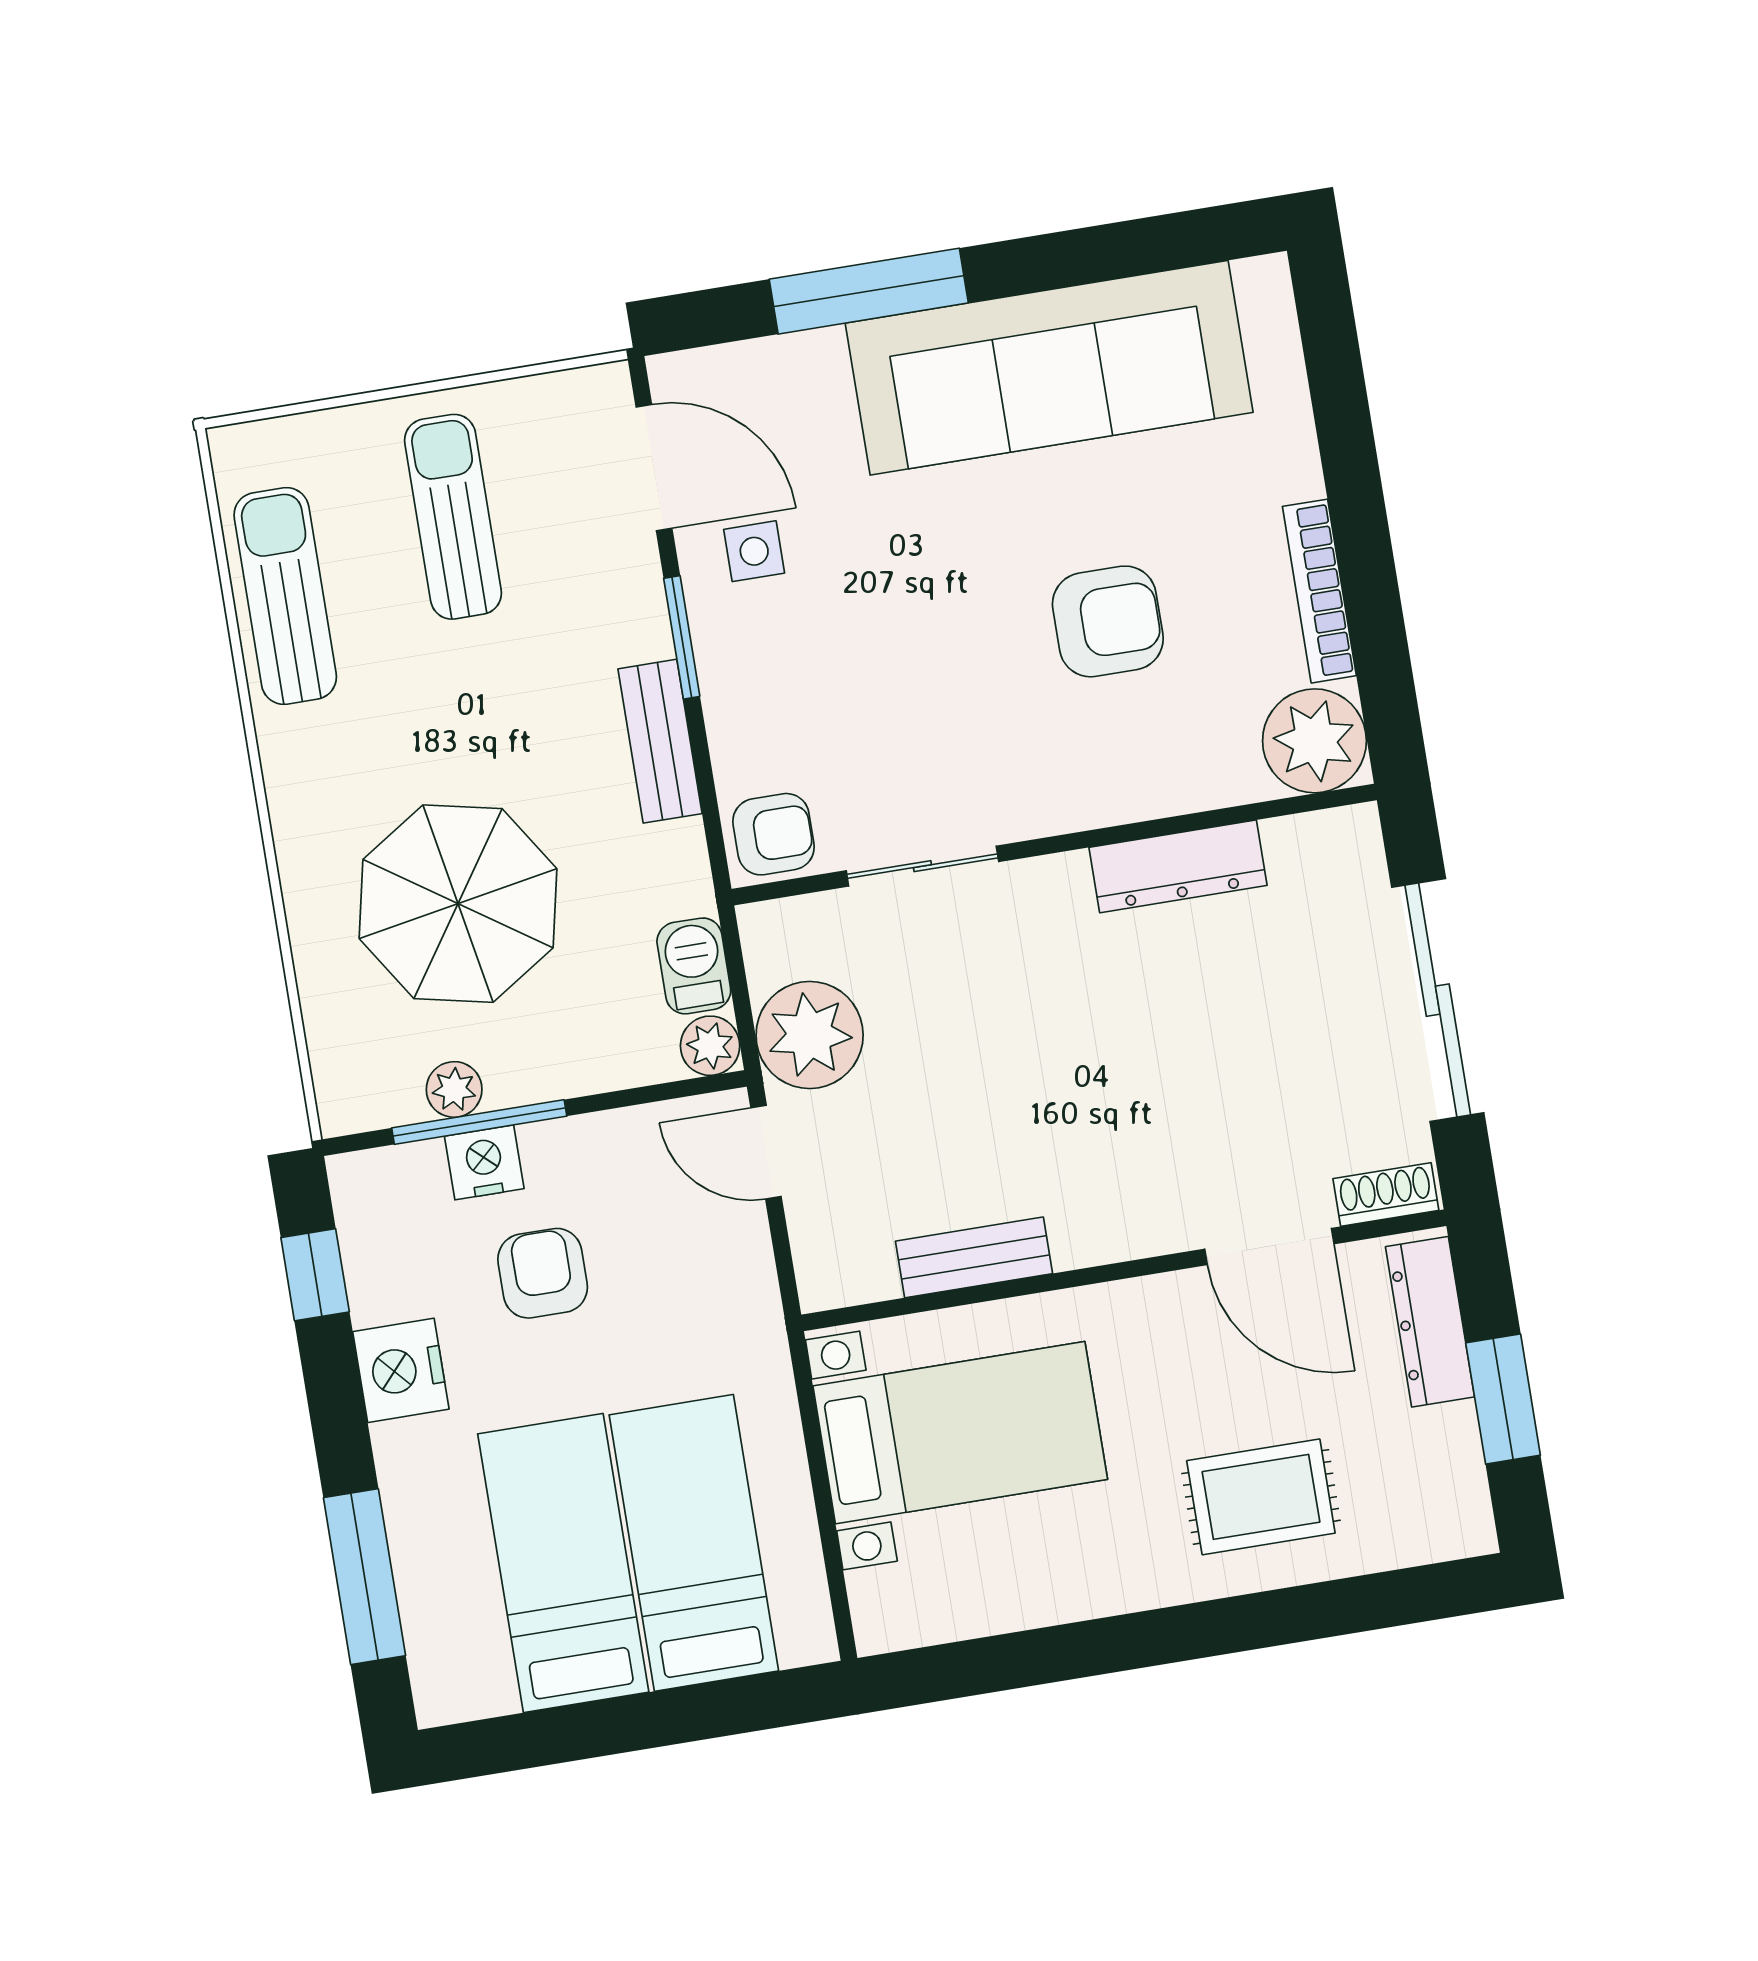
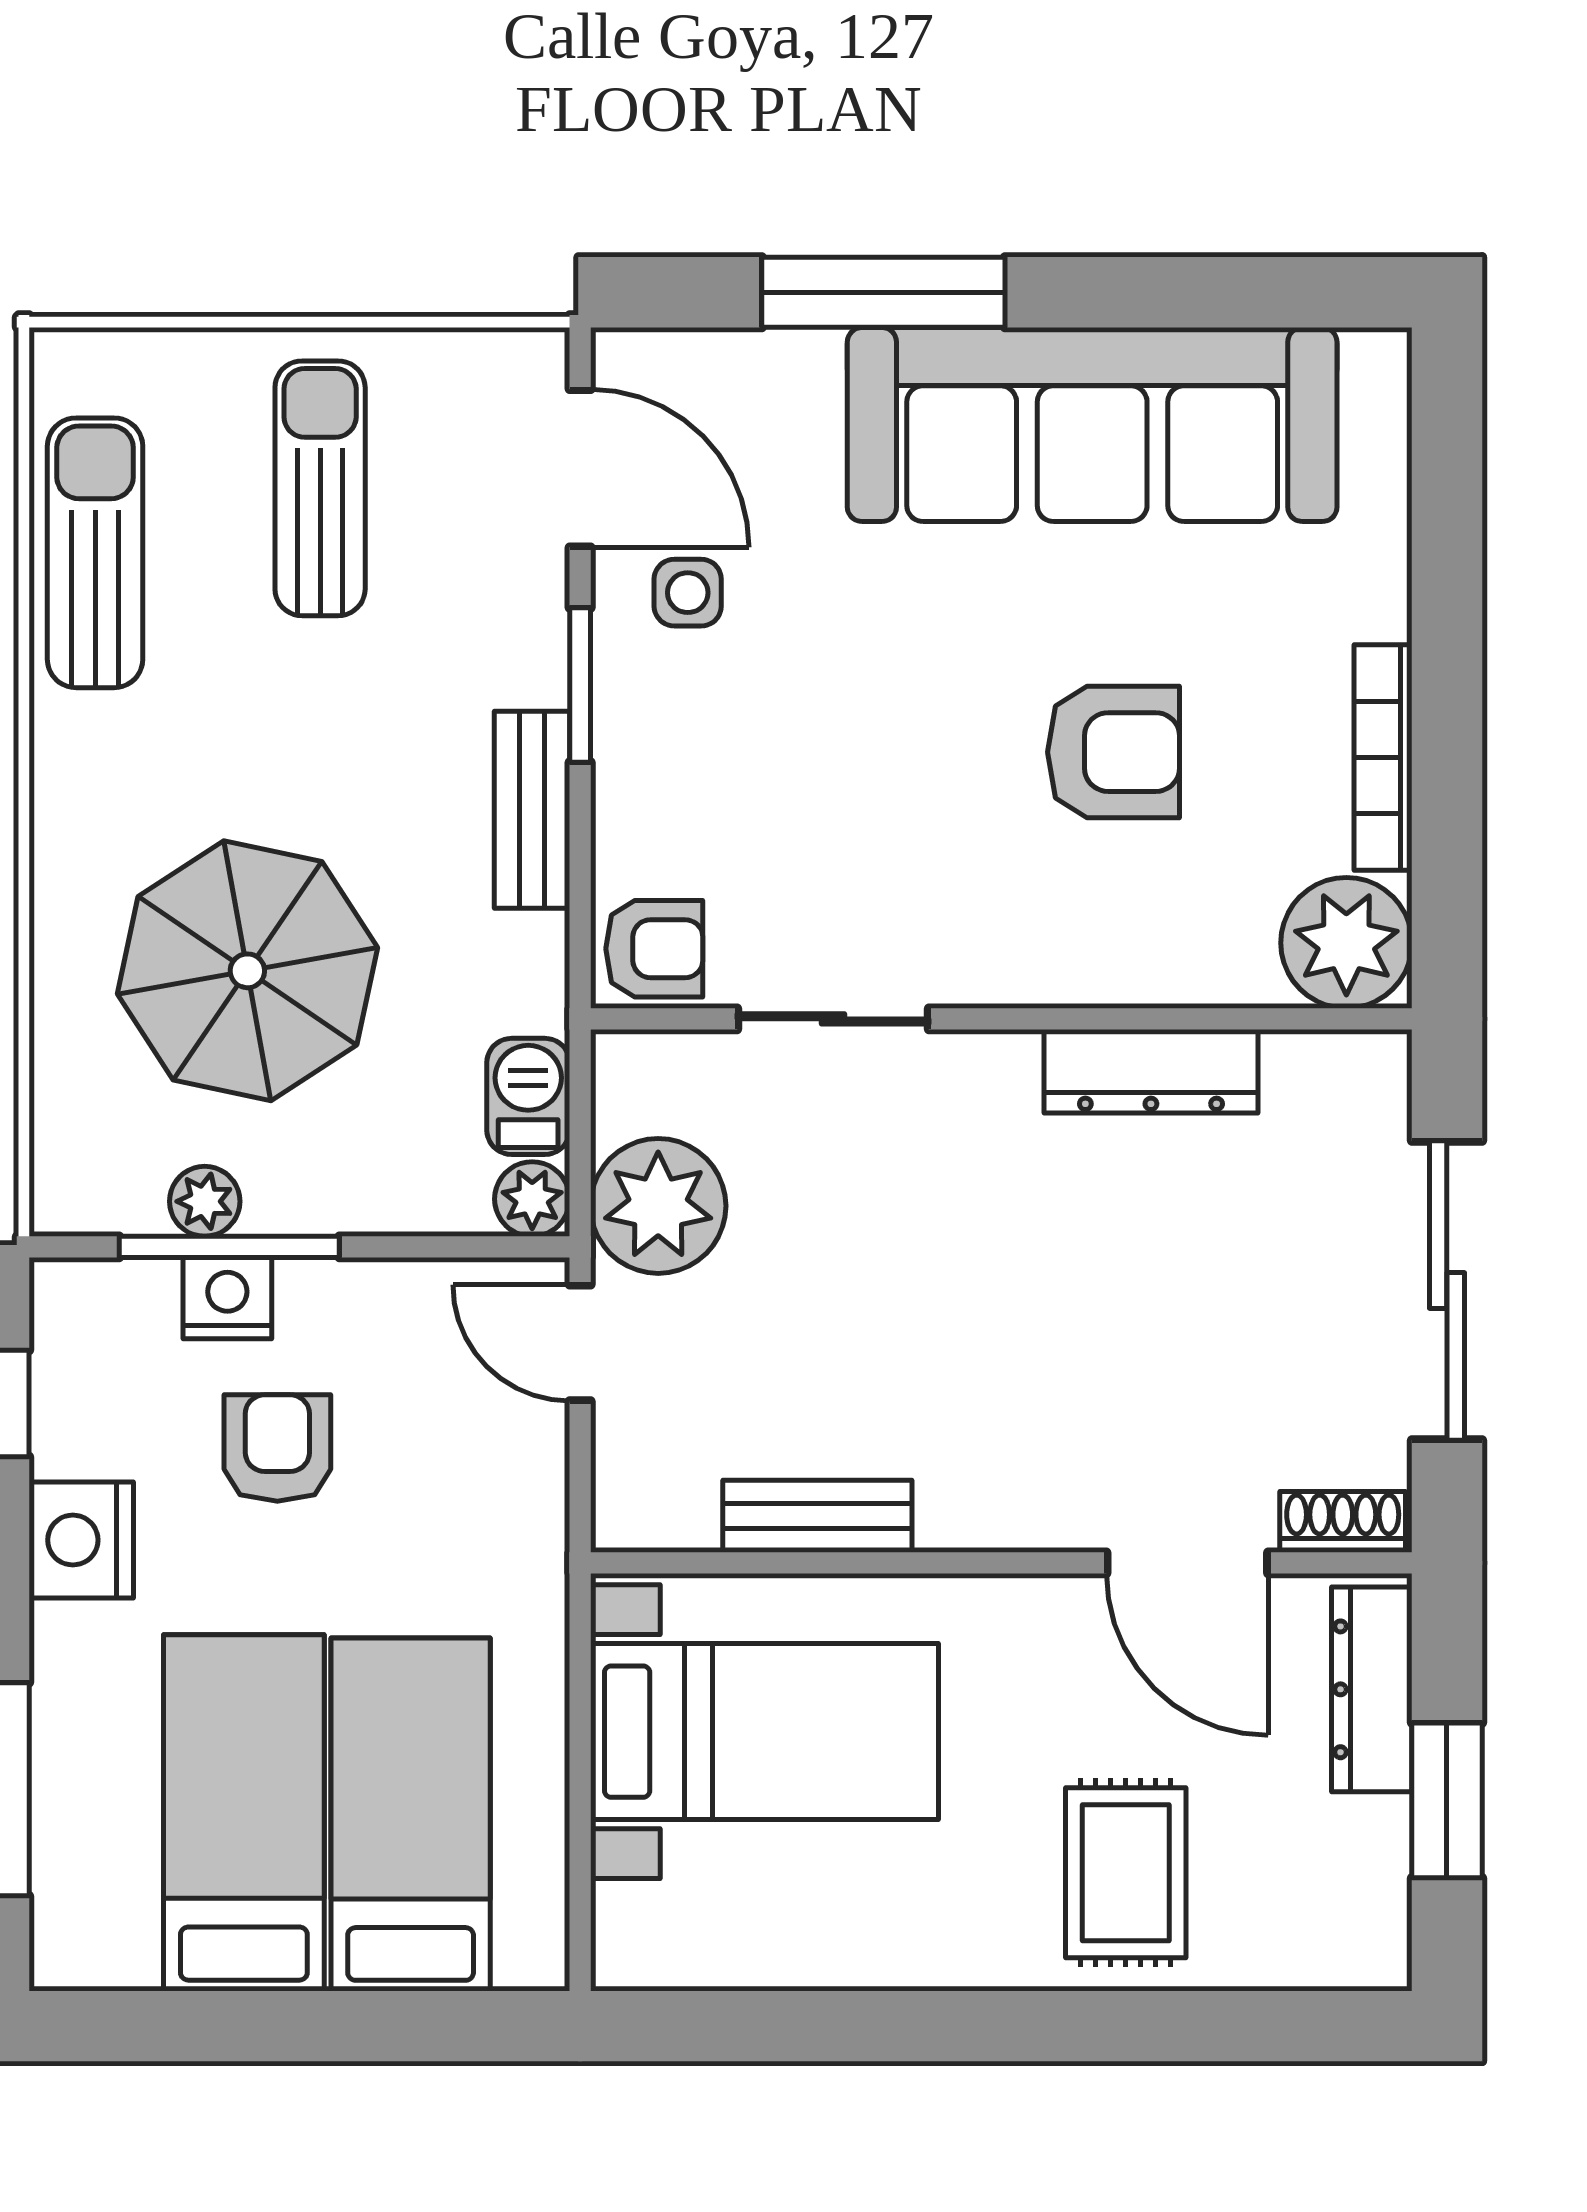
rug: (1261, 1497) -> (1126, 1873), turned 90

